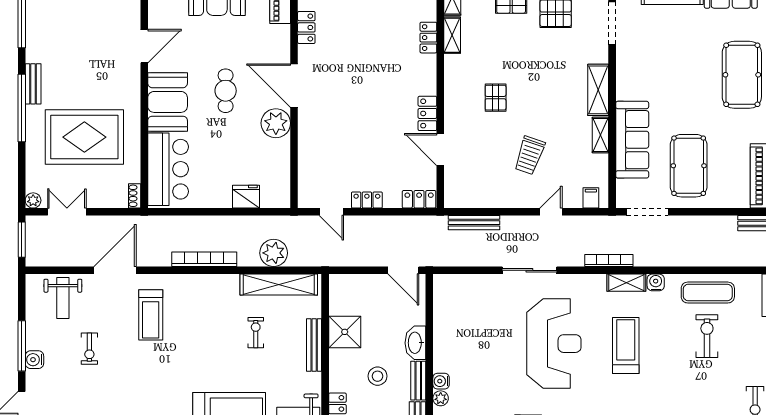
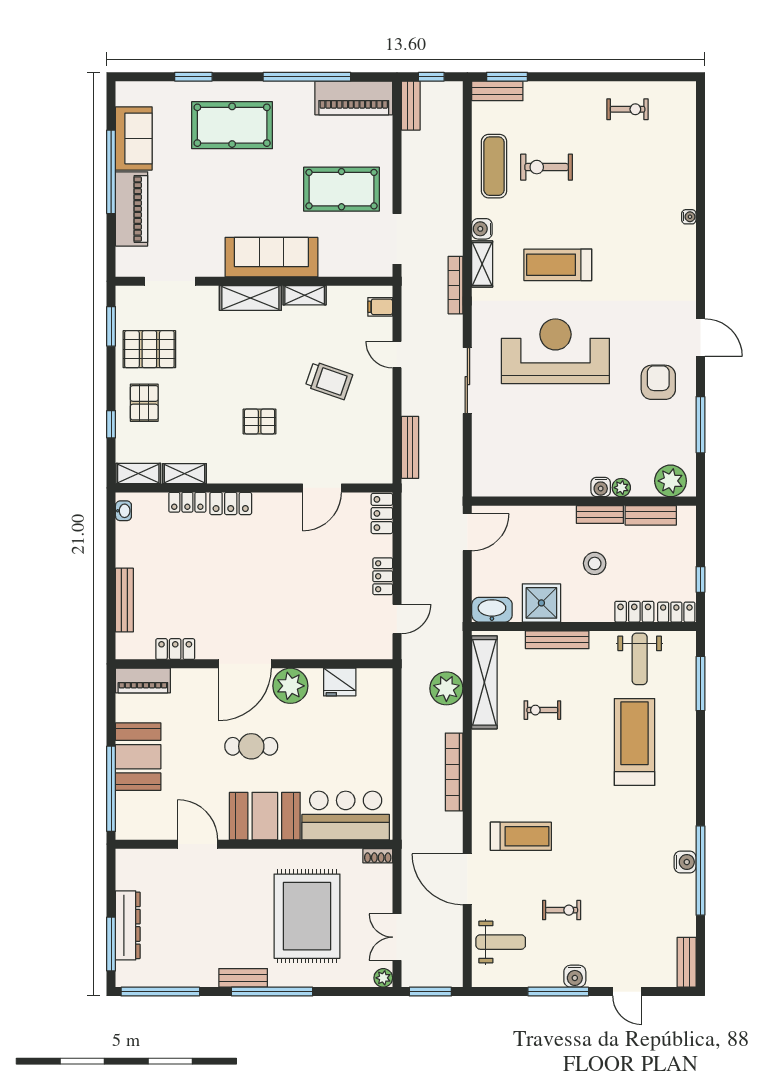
locker: (427, 113) -> (231, 503), moved
sofa: (632, 140) -> (271, 257), moved
fridge: (246, 197) -> (340, 682), moved, turned -90
washbasin: (415, 343) -> (492, 610), moved, turned 180

